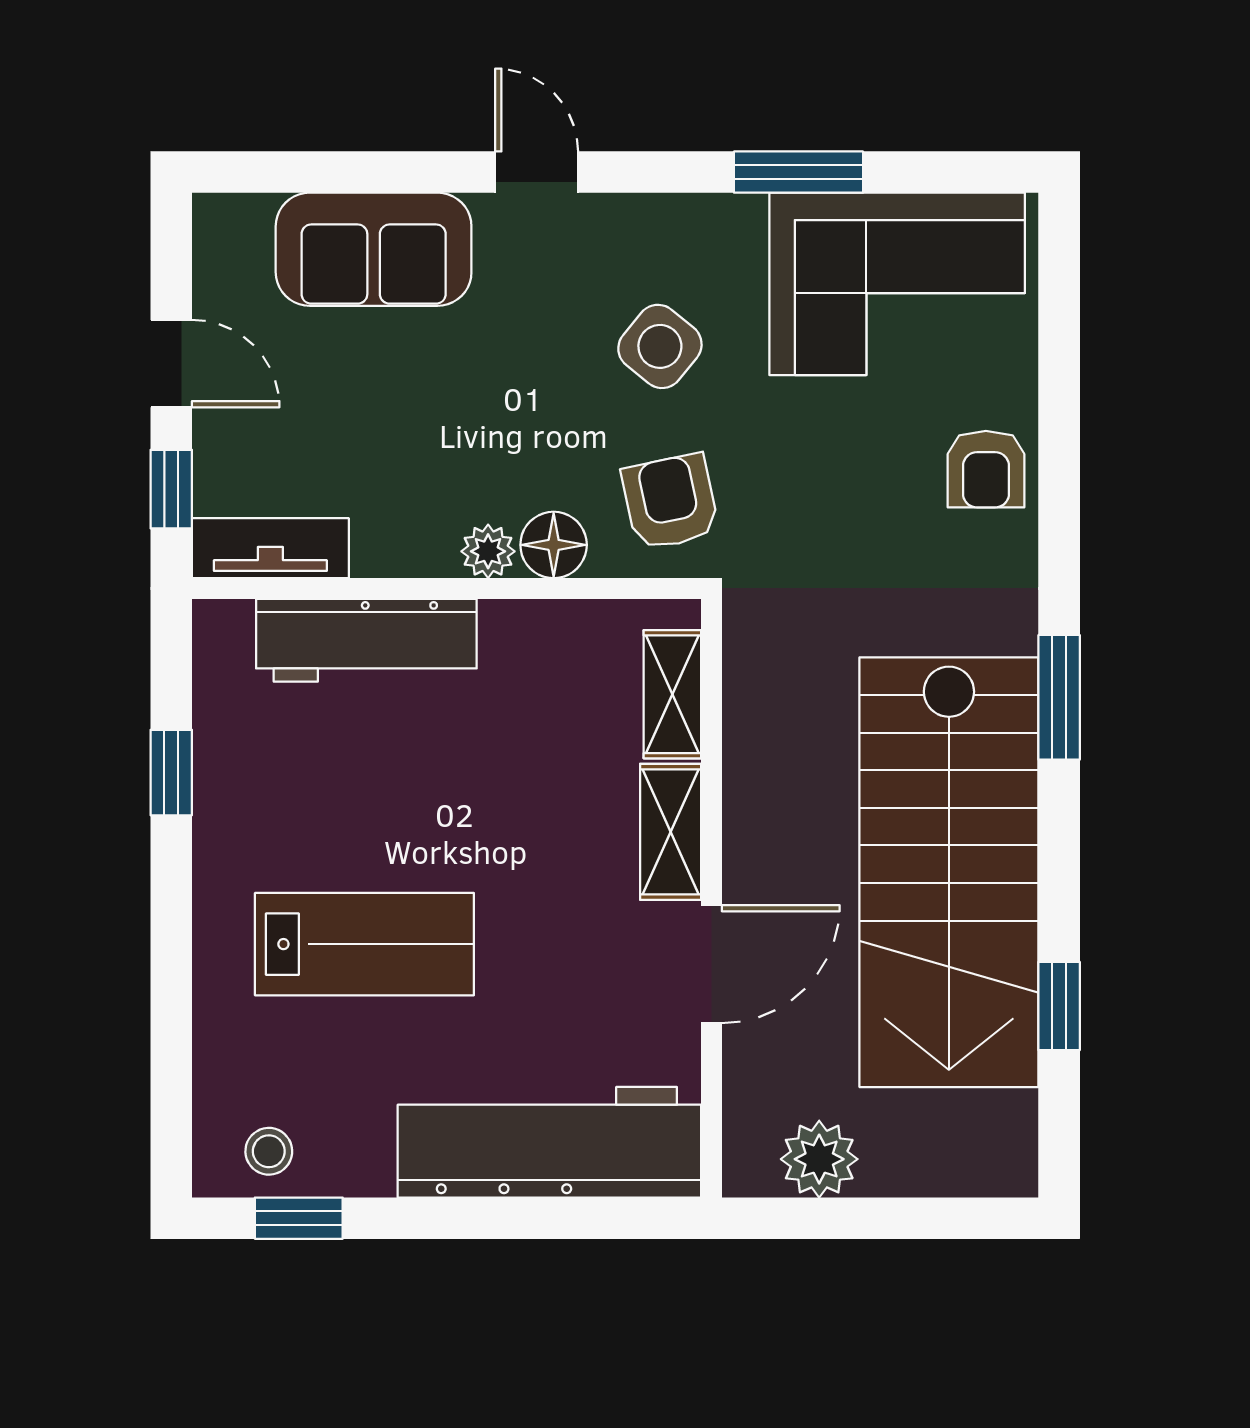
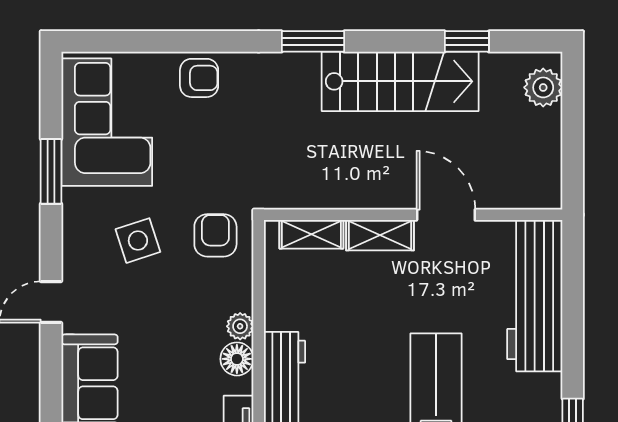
side table: (660, 346) -> (138, 241), turned 33
armchair: (670, 502) -> (215, 235), turned 102
floor lamp: (554, 545) -> (237, 359), moved
stairs: (949, 872) -> (400, 81), width x0.73, depth x0.66
plant: (819, 1159) -> (543, 87), moved

